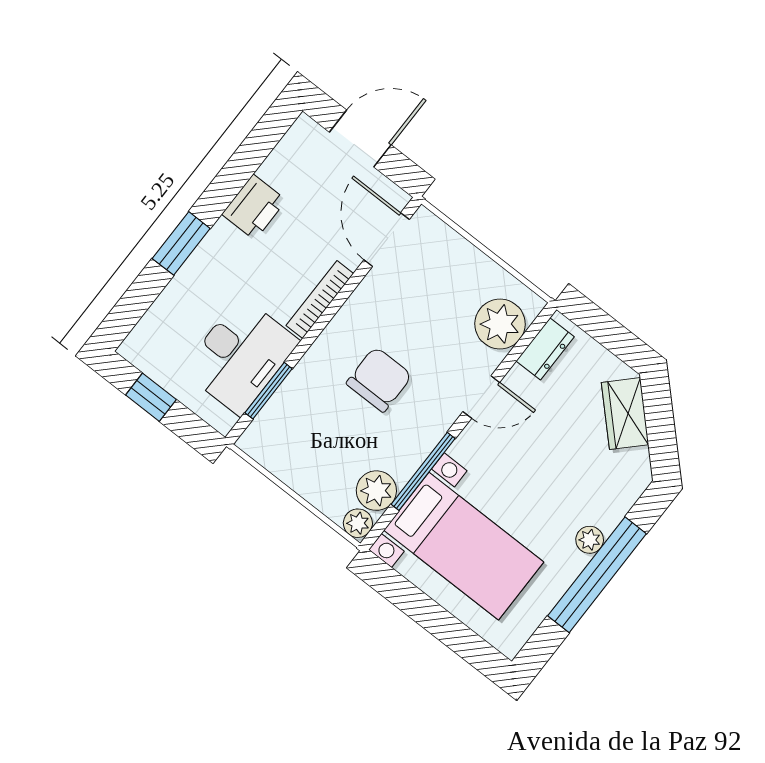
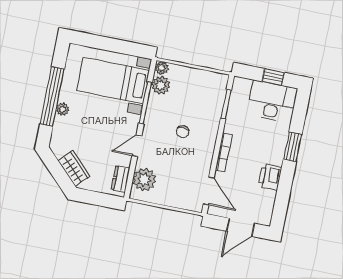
desk: (240, 356) -> (272, 101), moved, turned 90
chair: (379, 379) -> (183, 132), width x0.54, depth x0.54

